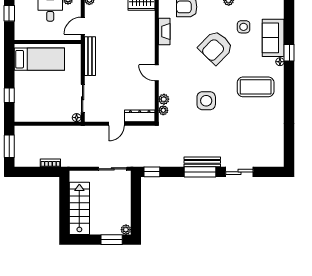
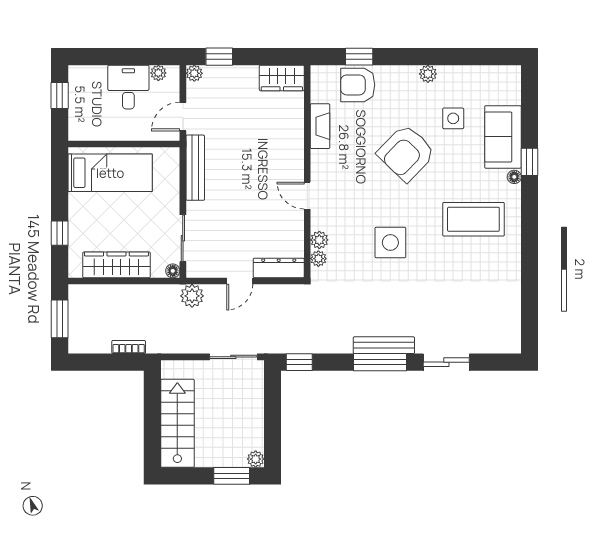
wardrobe: (43, 114) -> (116, 265), added
plant: (88, 132) -> (192, 296), added

